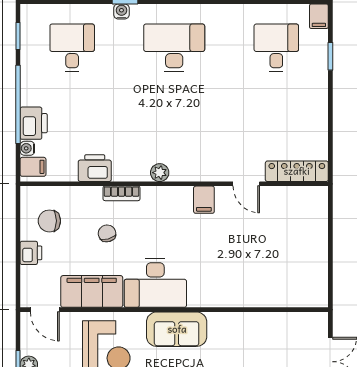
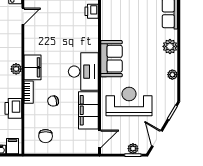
filing cabinet: (204, 200) -> (33, 67), moved, width x2.00
printer: (31, 253) -> (92, 11), moved, turned -90

